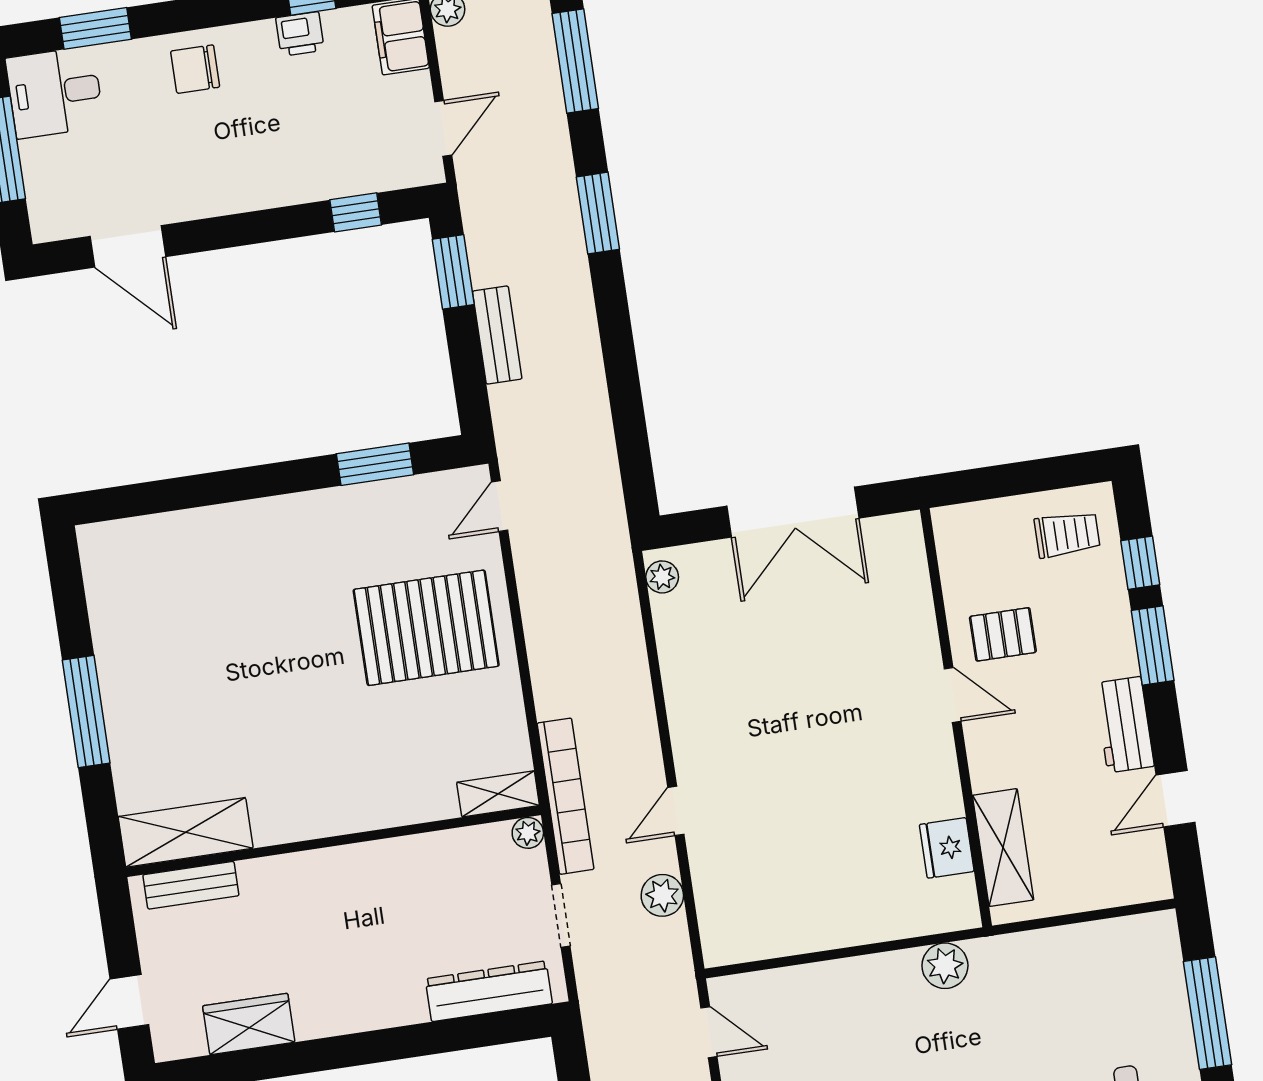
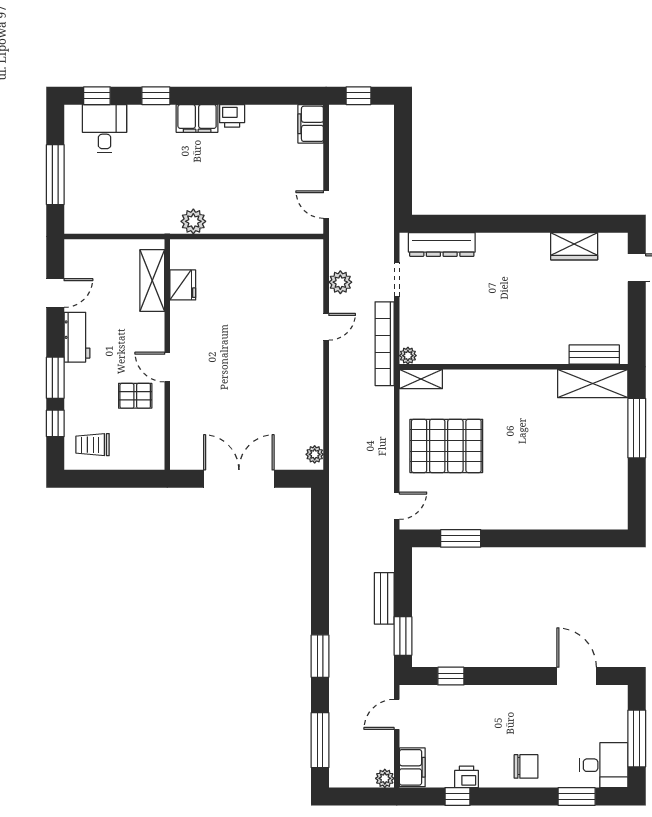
shelving: (498, 794) -> (421, 379), moved
shelving: (186, 832) -> (593, 383), moved
plant: (528, 833) -> (408, 356), moved
wall: (333, 841) -> (514, 367), moved
bench: (191, 885) -> (594, 354), moved

